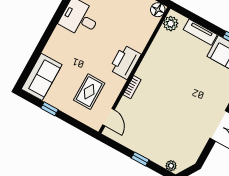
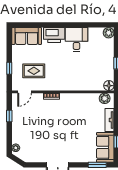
printer: (125, 62) -> (54, 35), moved, turned 180
window: (50, 109) -> (9, 68), moved
window: (140, 159) -> (9, 116), moved

